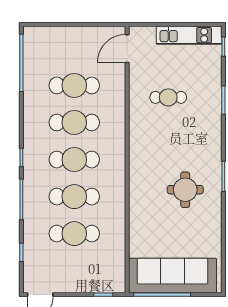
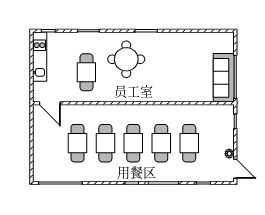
cafe table: (168, 97) -> (86, 72), width x1.37, depth x1.35
round table: (185, 190) -> (126, 59), moved, width x1.36, depth x1.36
sofa: (173, 276) -> (224, 78), width x0.74, depth x0.79
plant: (60, 287) -> (229, 154), added

